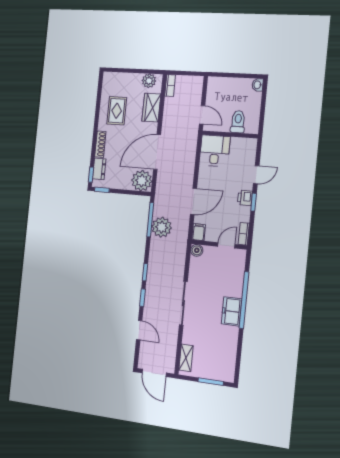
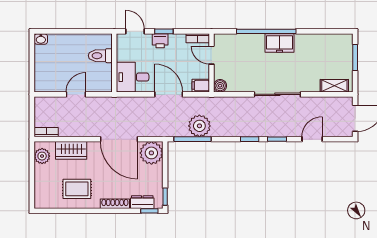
toilet: (238, 122) -> (100, 56), moved
wall: (230, 134) -> (114, 63), moved
desk: (215, 151) -> (133, 77), moved

